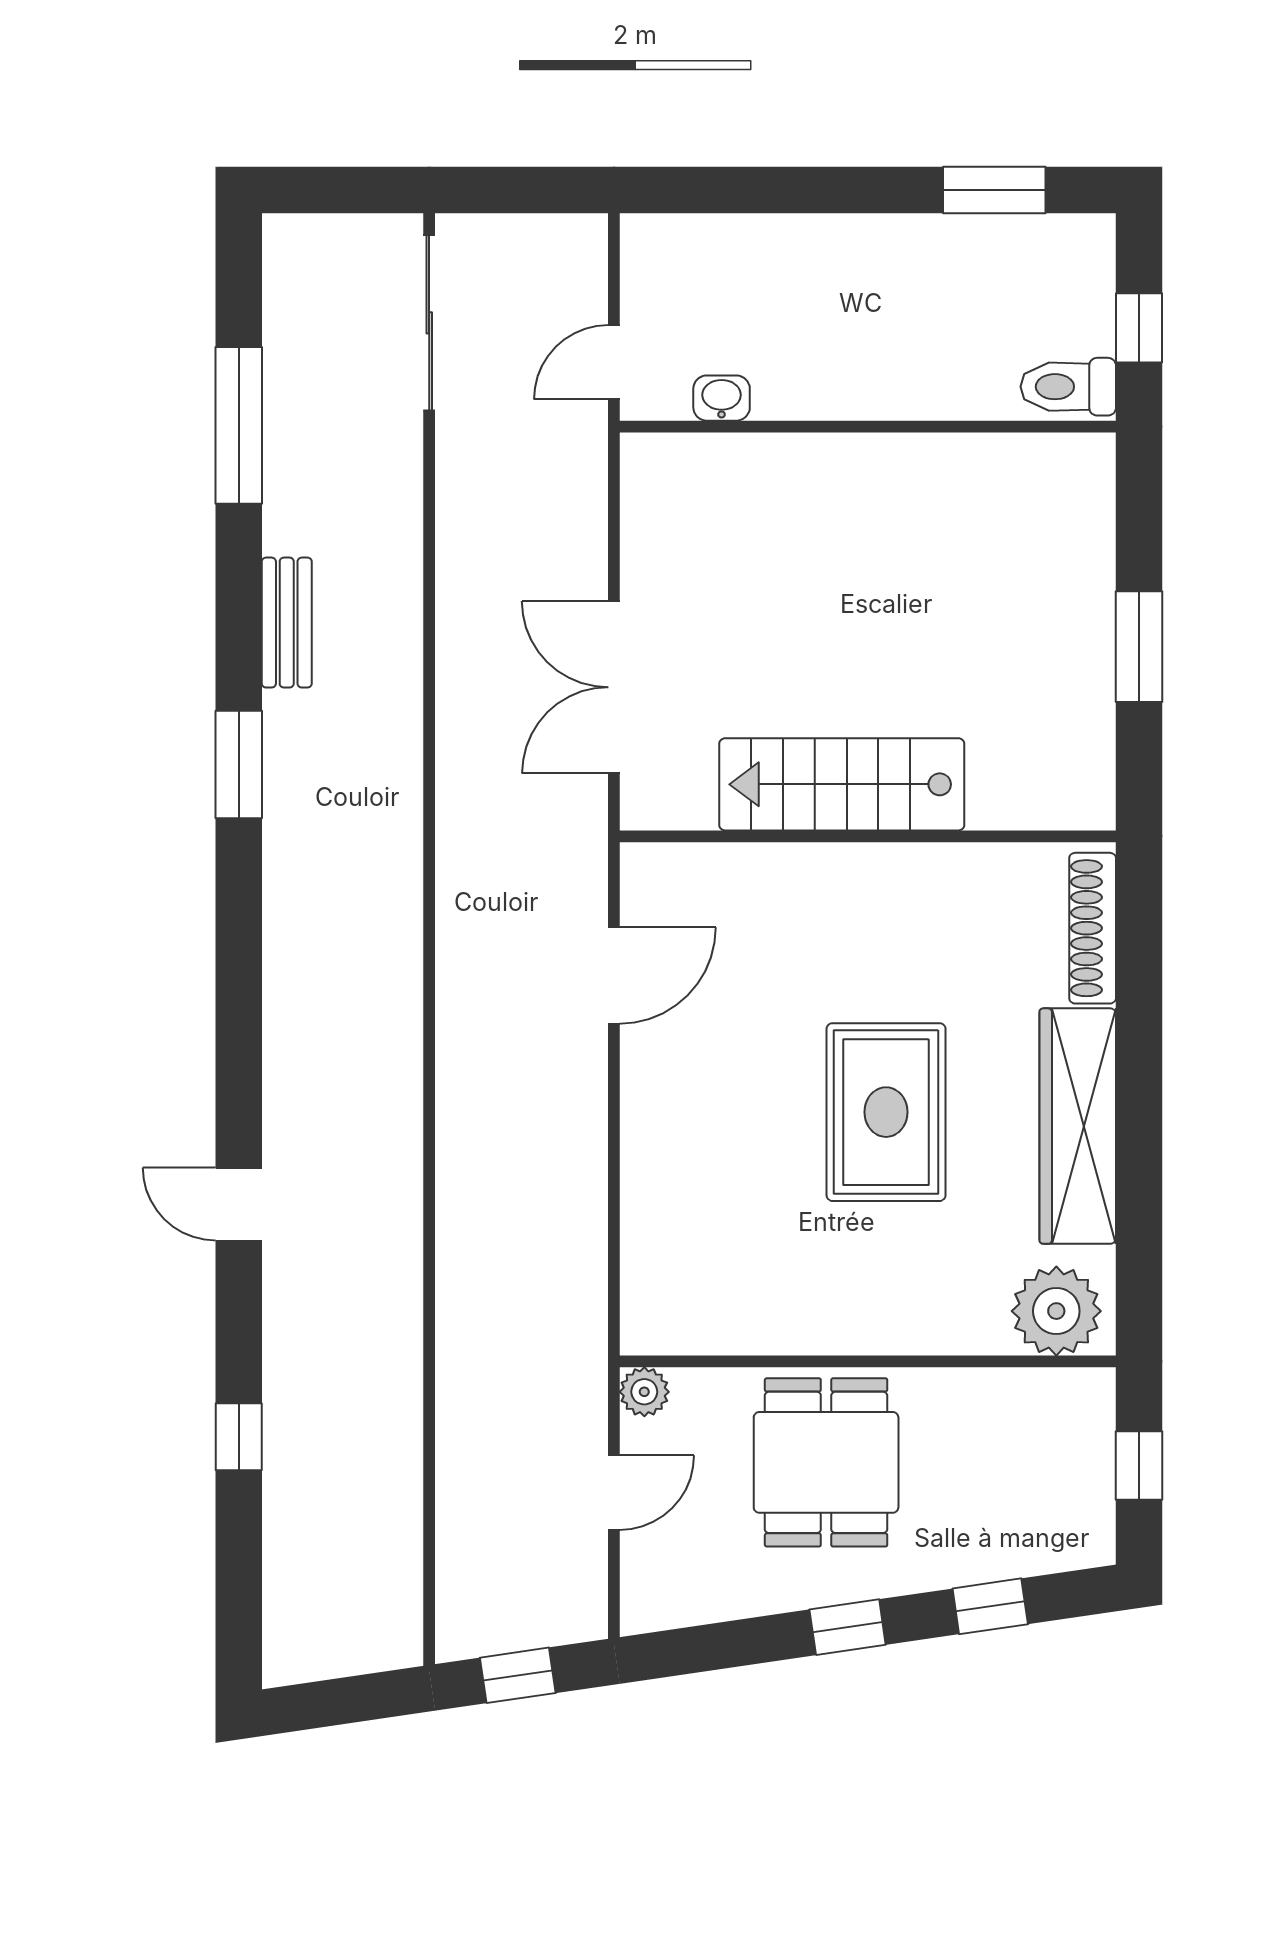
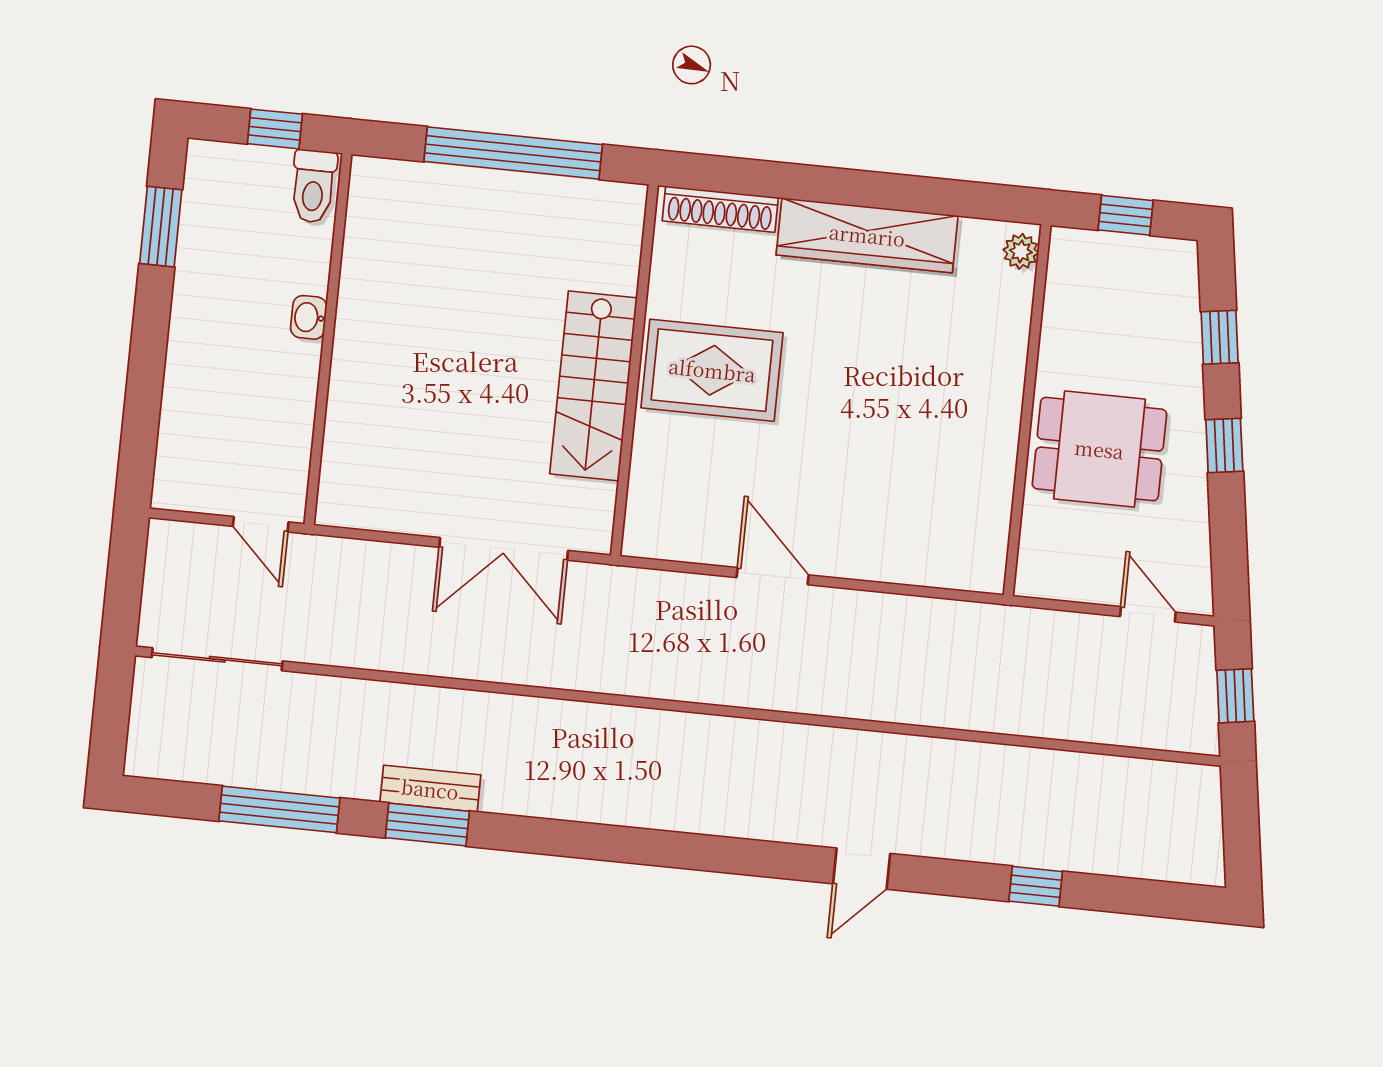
washbasin: (722, 398) -> (309, 317), moved
window: (1139, 647) -> (513, 153), width x2.11
window: (239, 764) -> (427, 824), moved
door: (614, 976) -> (773, 576), moved
rug: (886, 1112) -> (712, 370), moved
plant: (1056, 1311) -> (1021, 251), width x0.53, depth x0.53
plant: (644, 1392) -> (1033, 580), removed
door: (614, 1493) -> (1148, 614), moved

